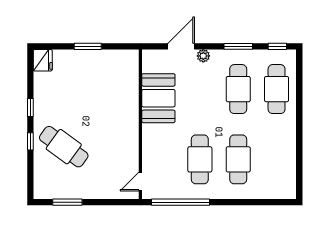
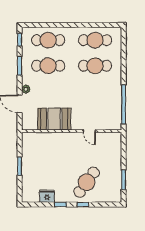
fridge: (43, 60) -> (47, 196), moved
cafe table: (200, 159) -> (95, 40), moved
door: (140, 182) -> (89, 131), moved

